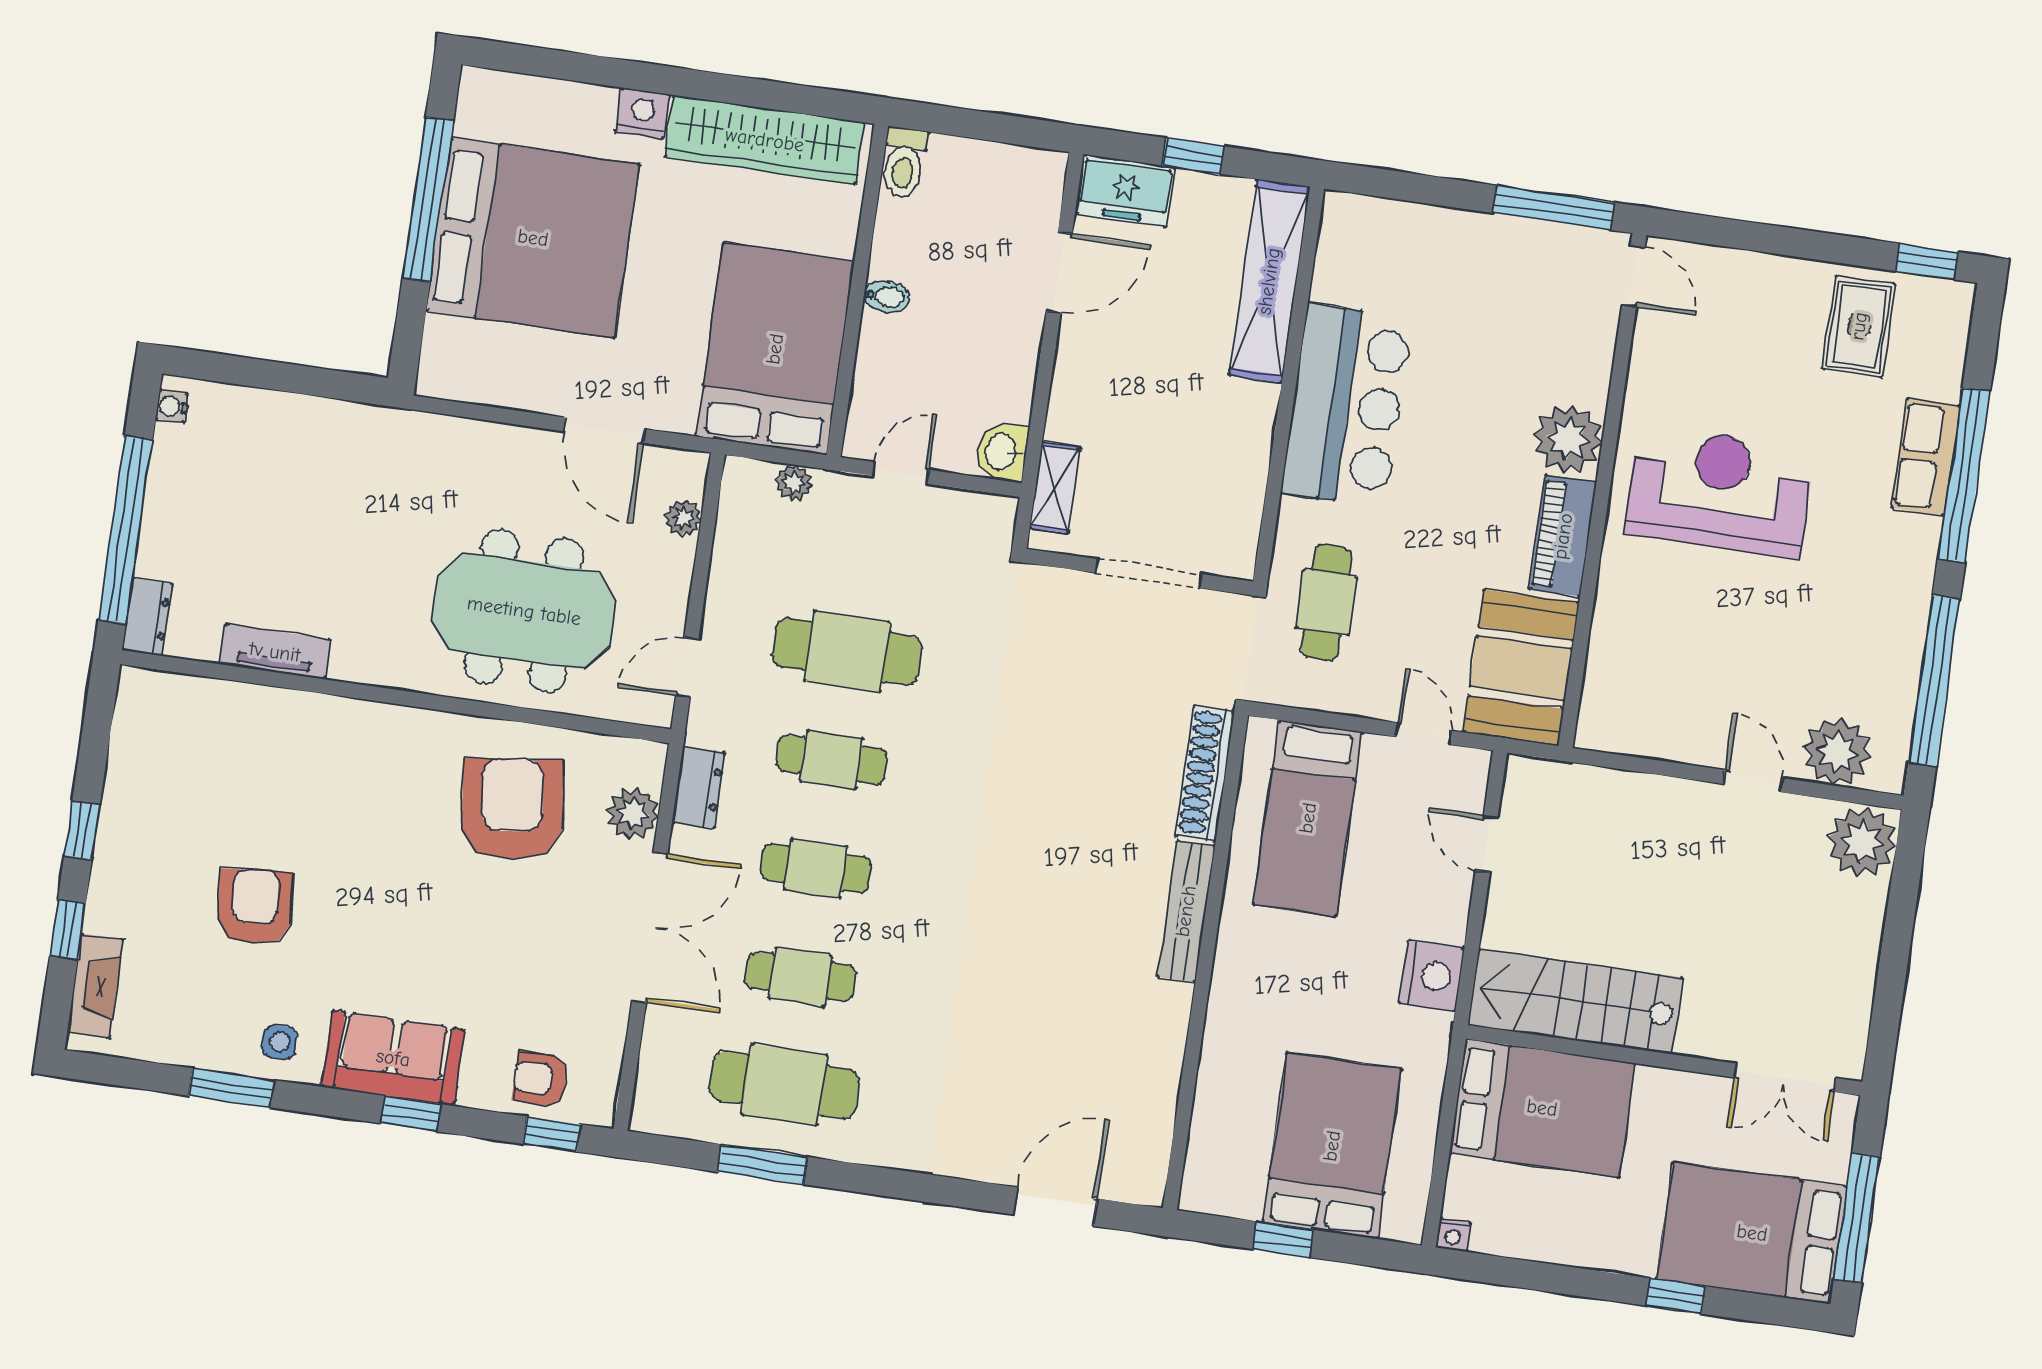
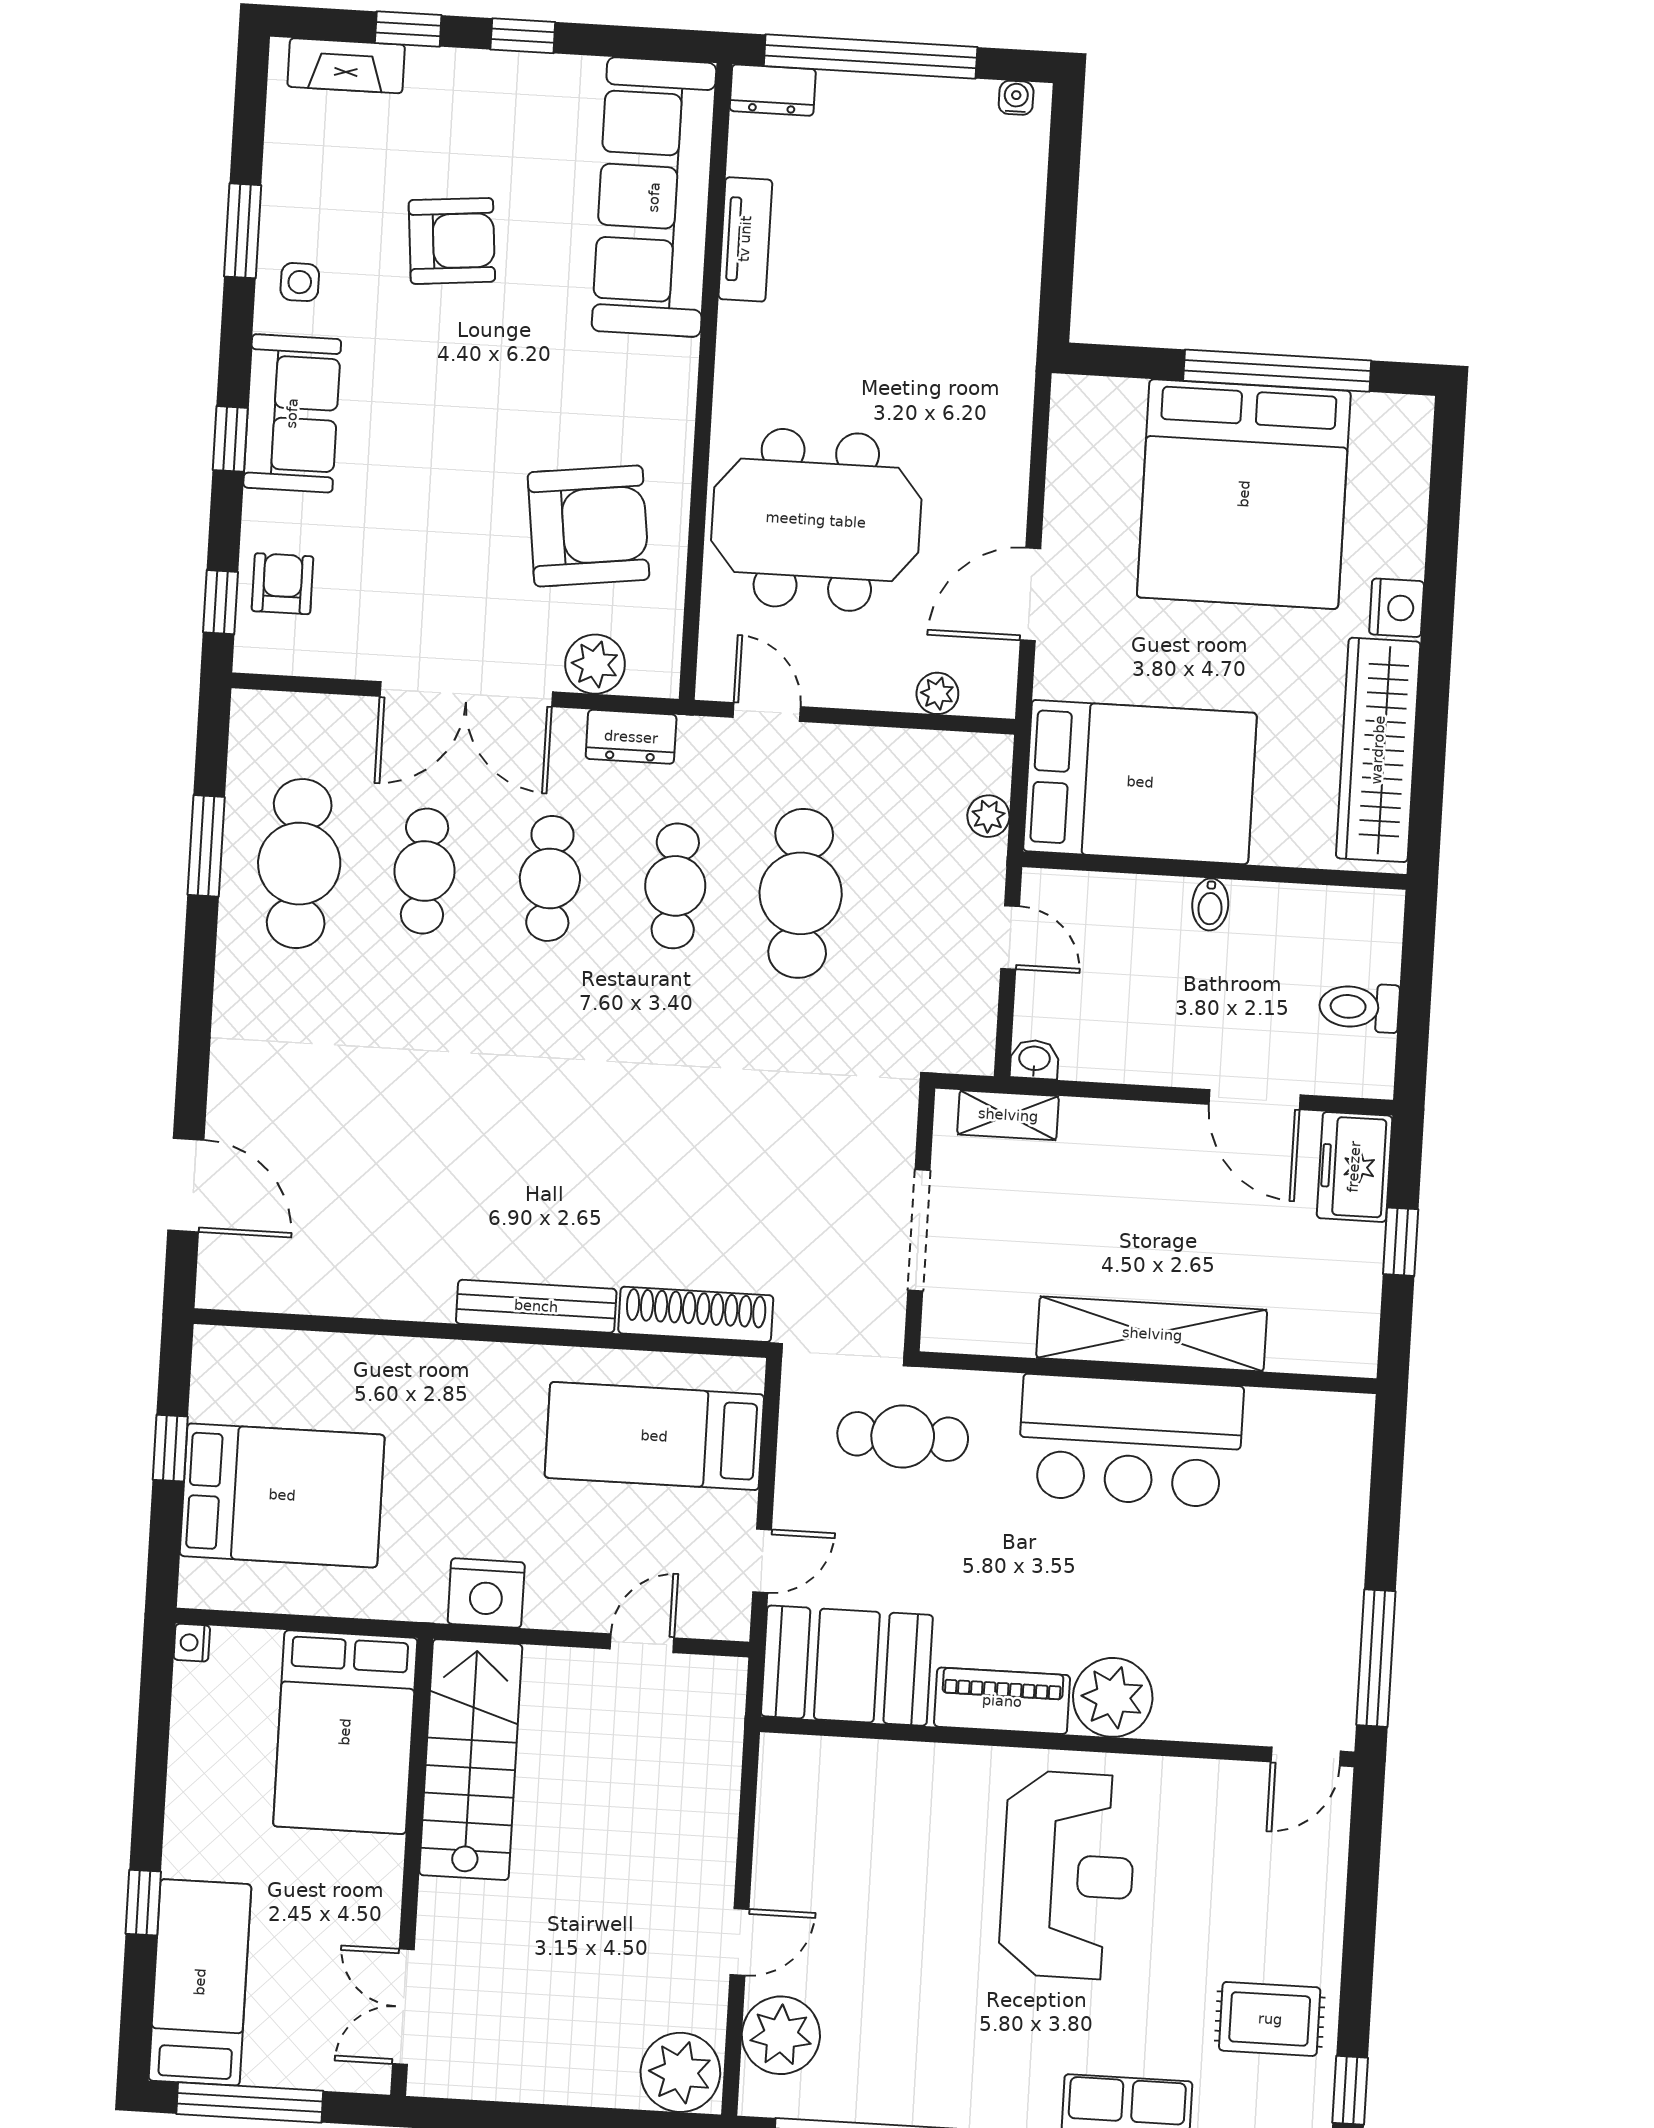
toilet: (904, 163) -> (1359, 1007), moved
shelving: (1269, 281) -> (1152, 1334), moved
washbasin: (1002, 452) -> (1034, 1059), width x0.72, depth x0.69
meeting table: (524, 611) -> (816, 520), turned 90
sofa: (232, 728) -> (654, 197), added
bed: (1752, 1233) -> (200, 1982), width x0.67

